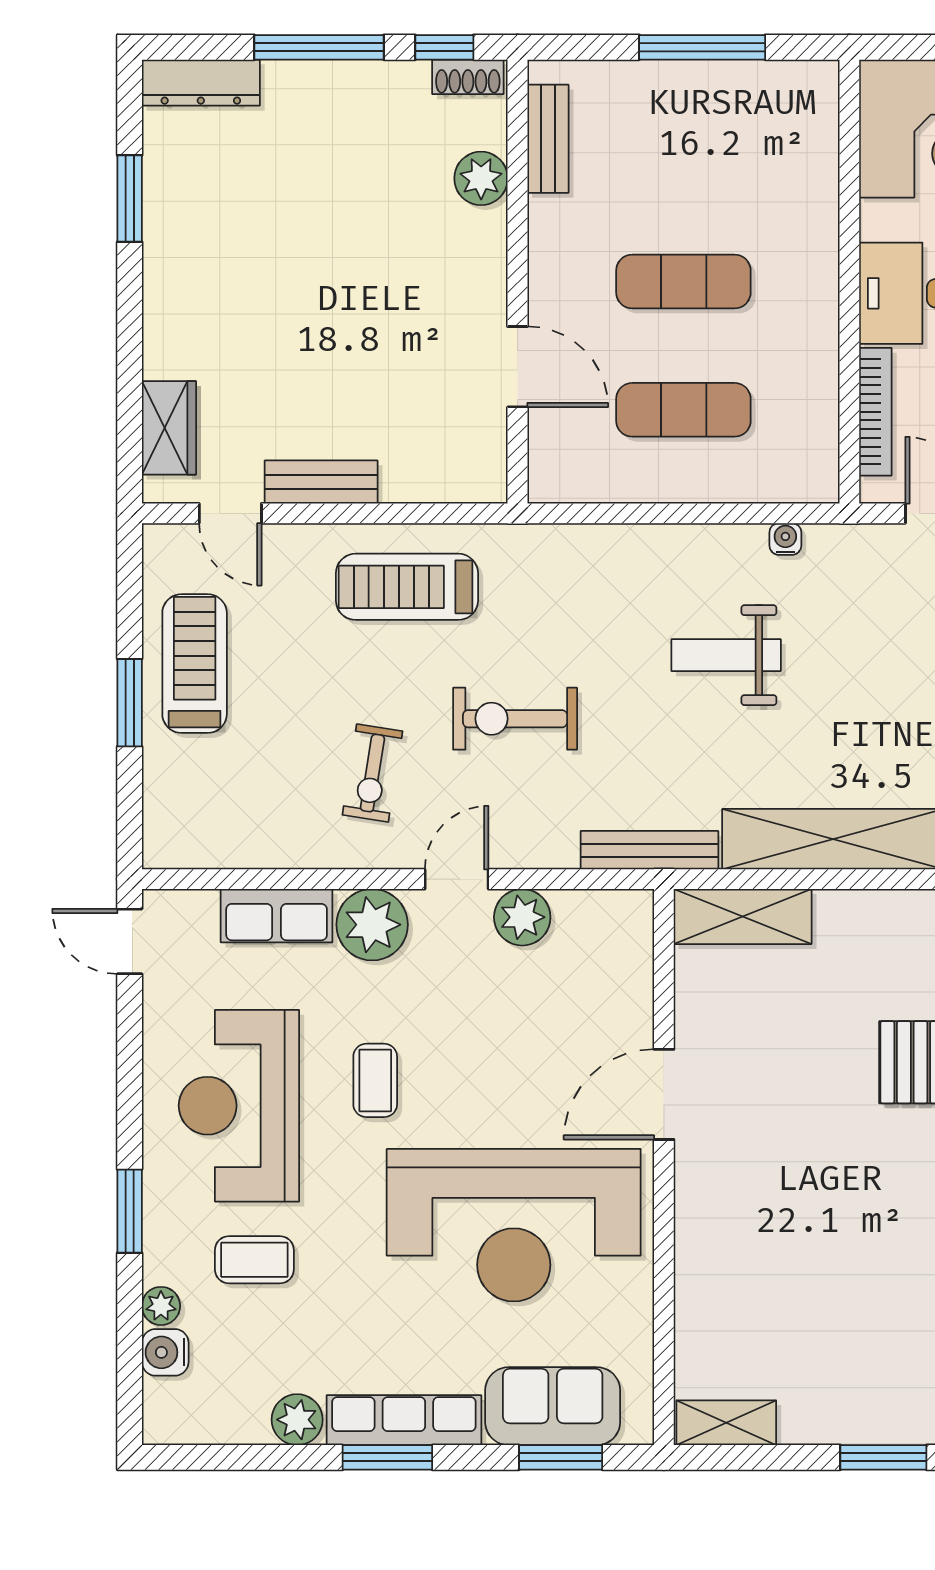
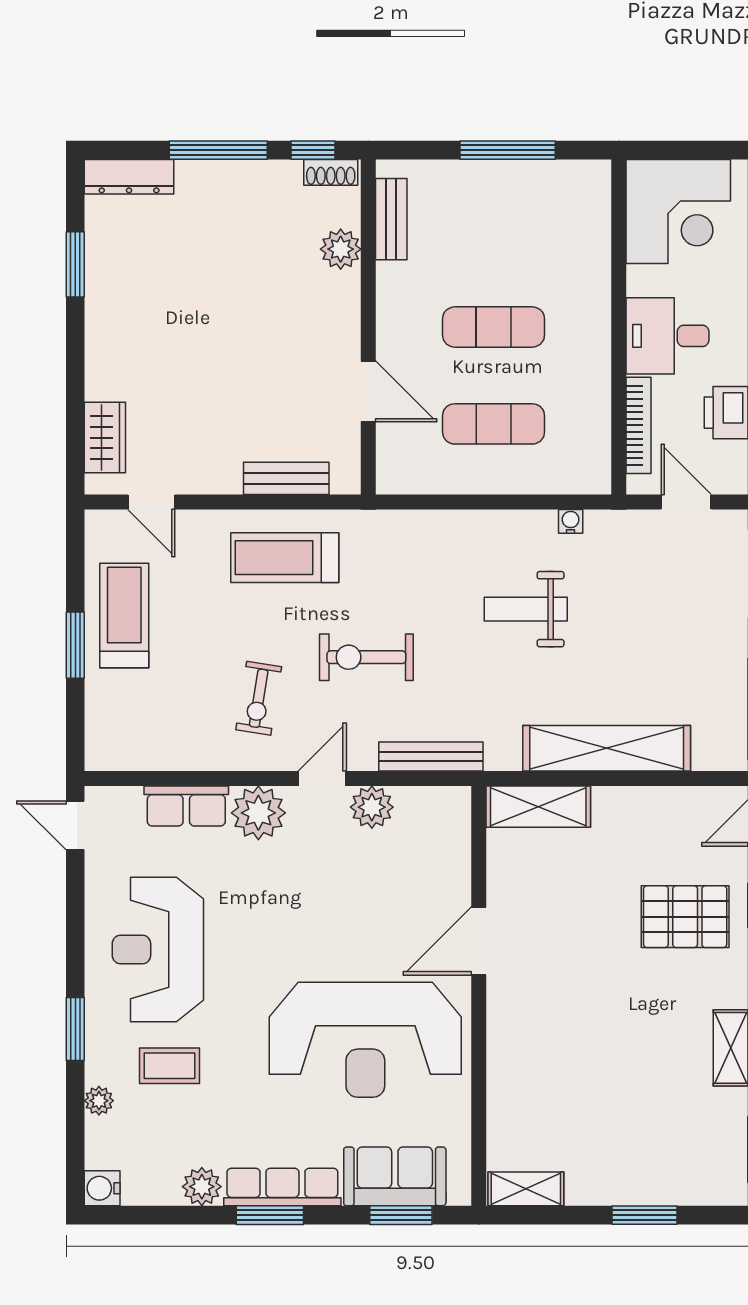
bench: (321, 482) -> (286, 478), moved
bench: (649, 850) -> (431, 756), moved
coffee table: (375, 1080) -> (261, 930), removed
water cooler: (165, 1352) -> (102, 1188), moved

